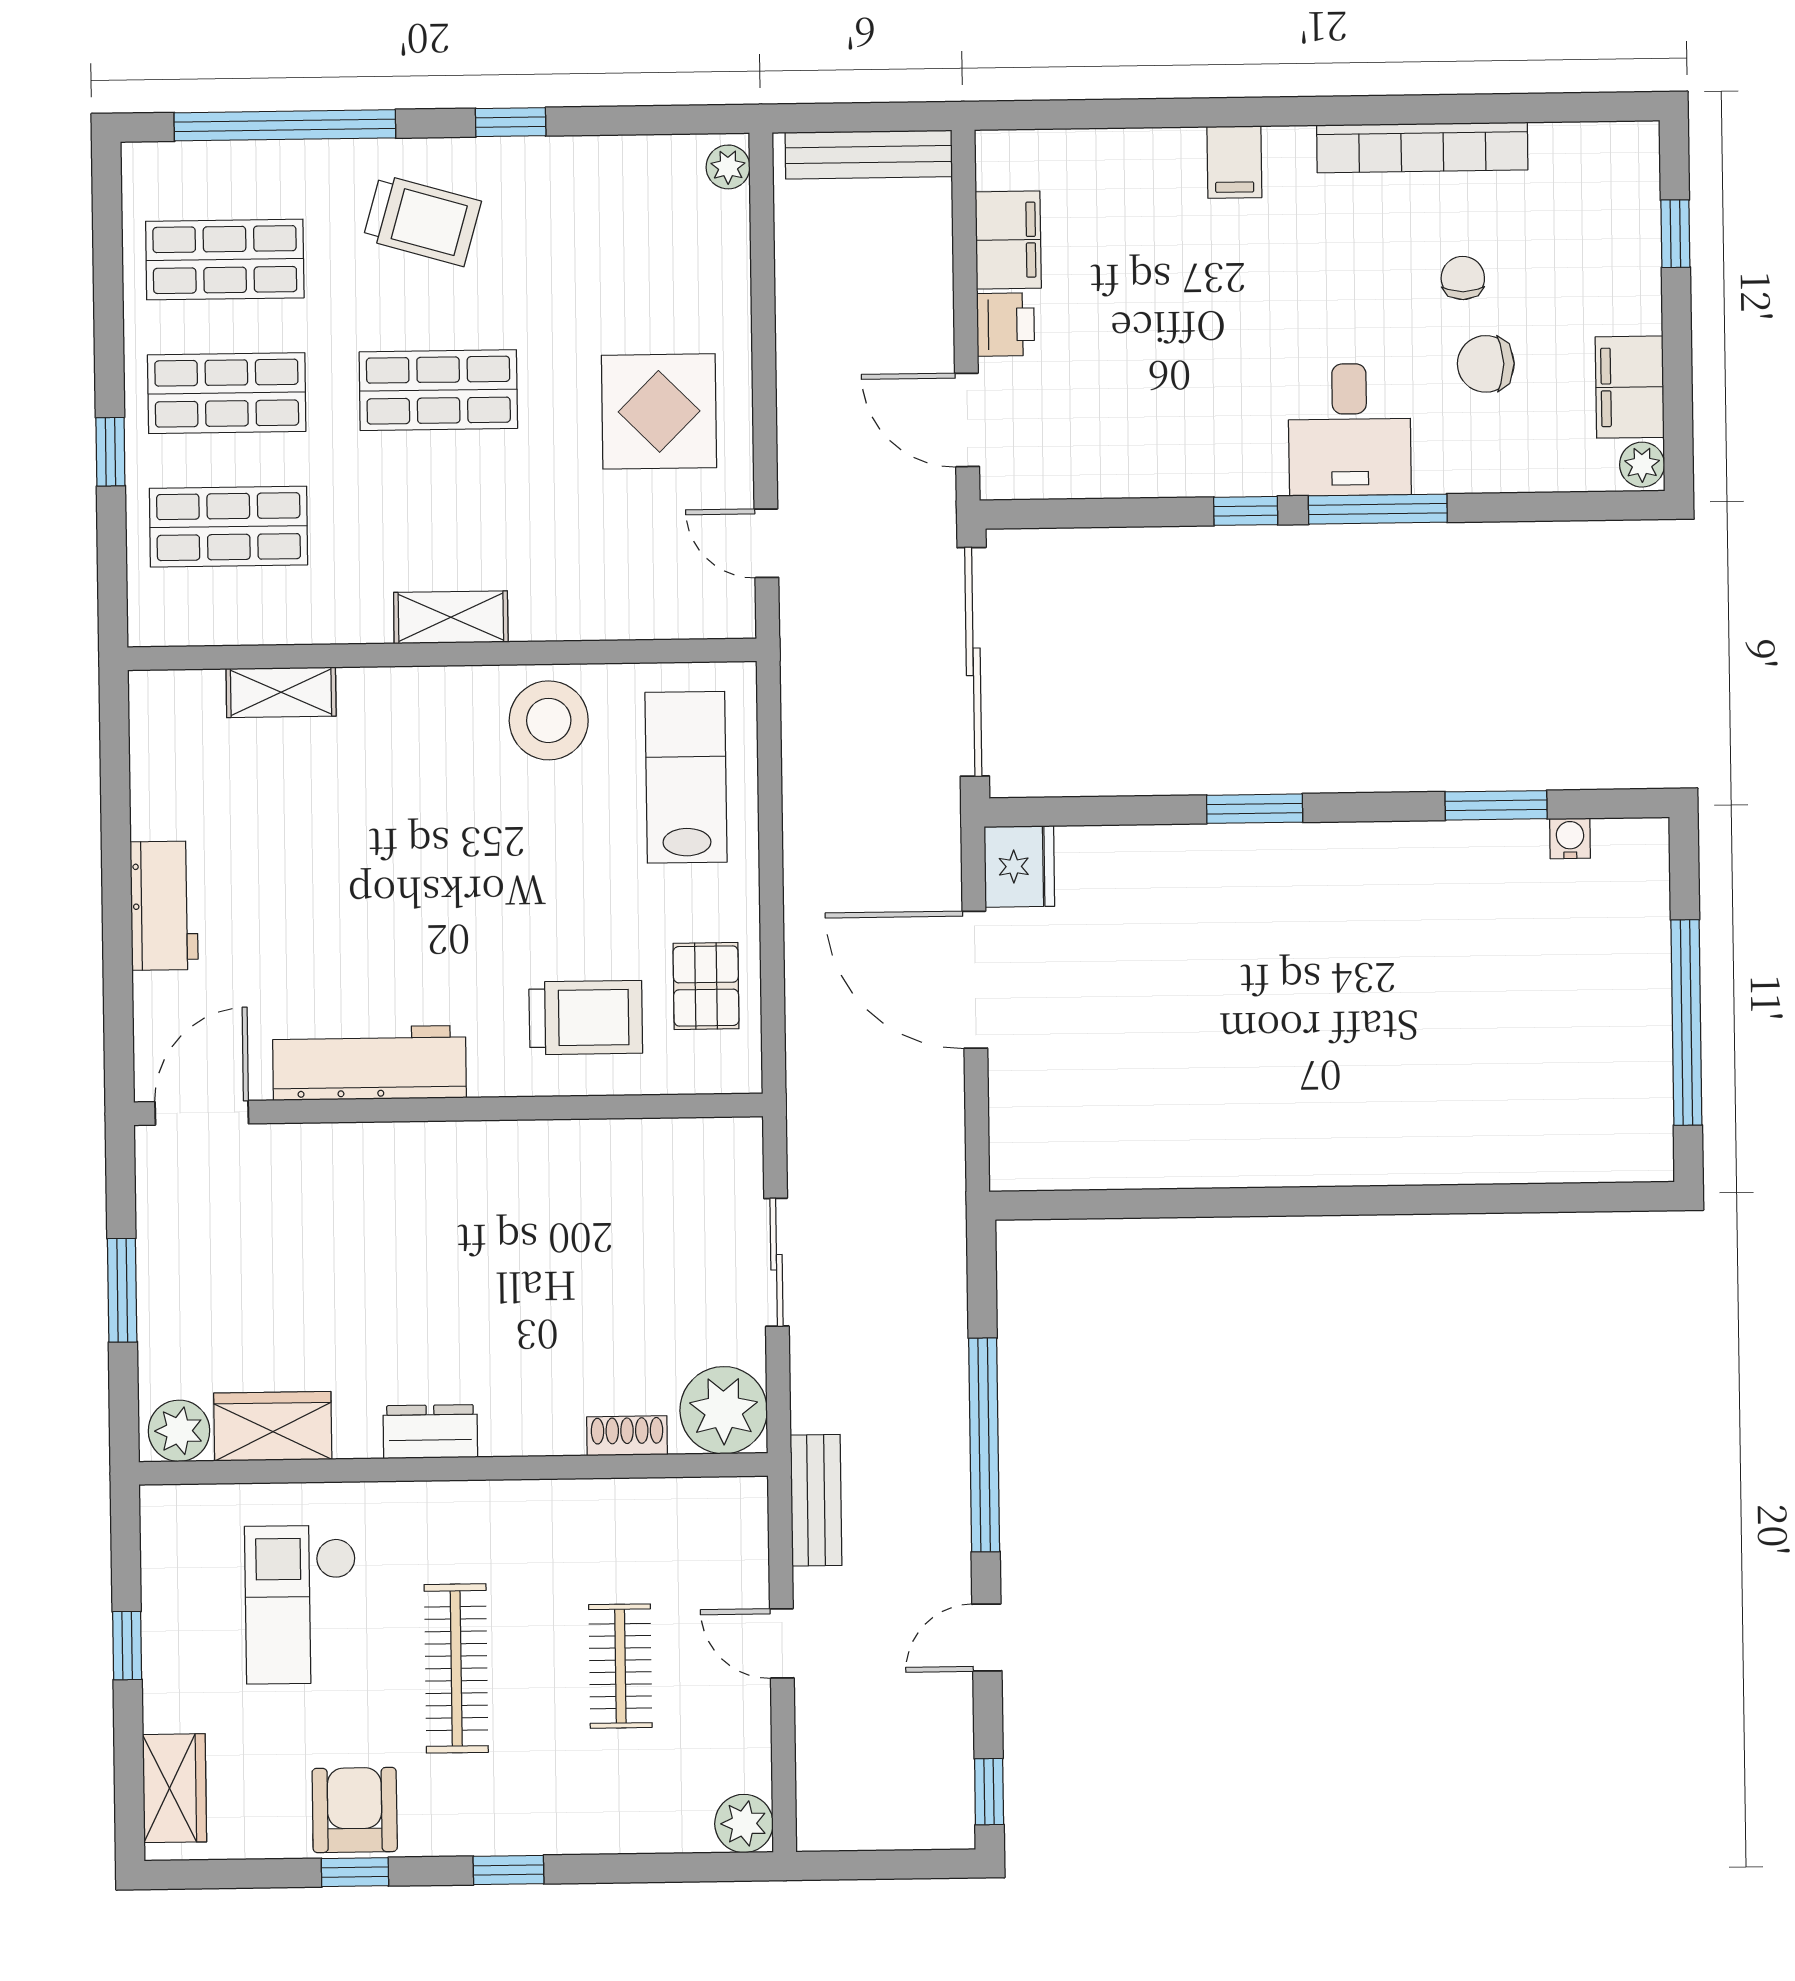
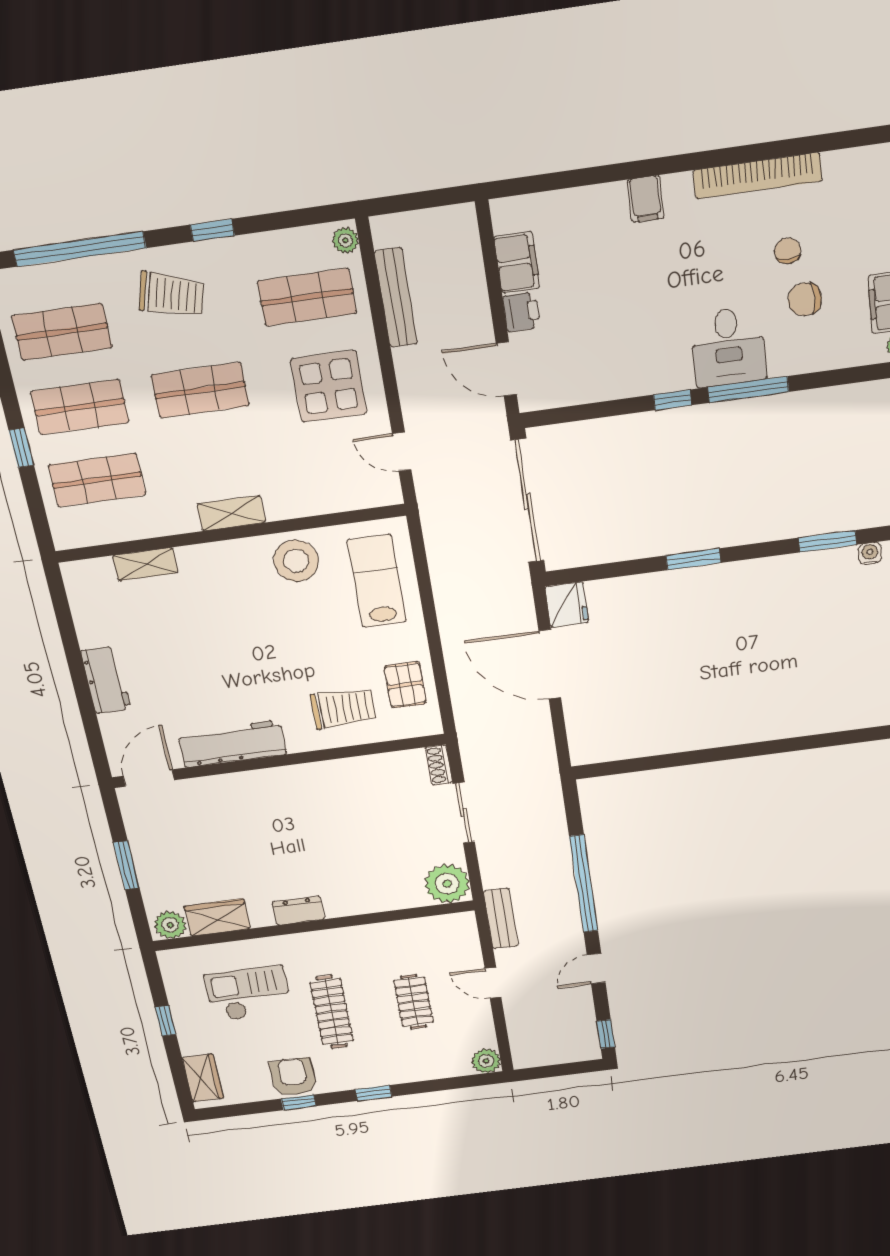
bench: (869, 155) -> (396, 298), moved, turned 90
shop shelf: (648, 254) -> (307, 297), added
shoe rack: (627, 1436) -> (439, 765), moved, turned -90
checkout: (301, 1605) -> (248, 994), turned 90

